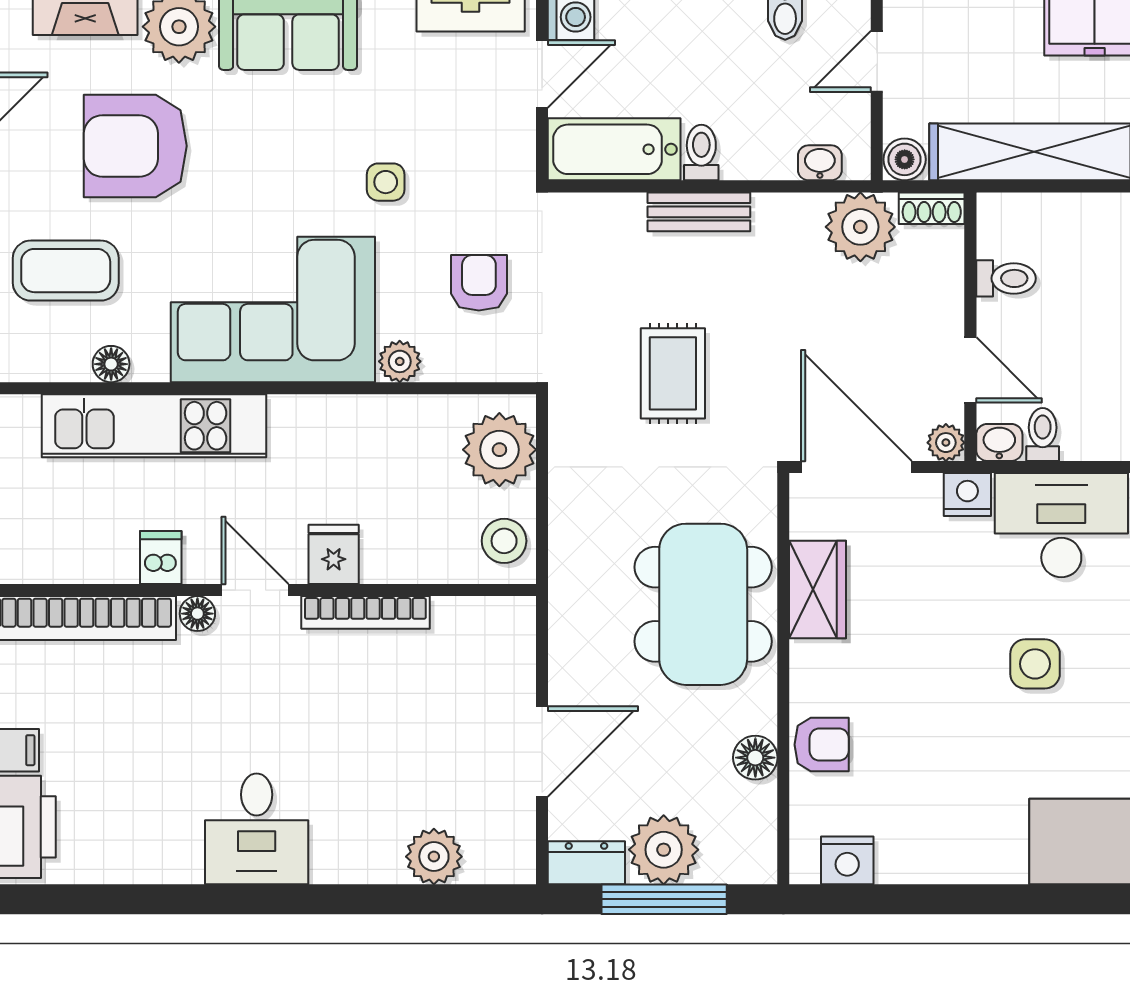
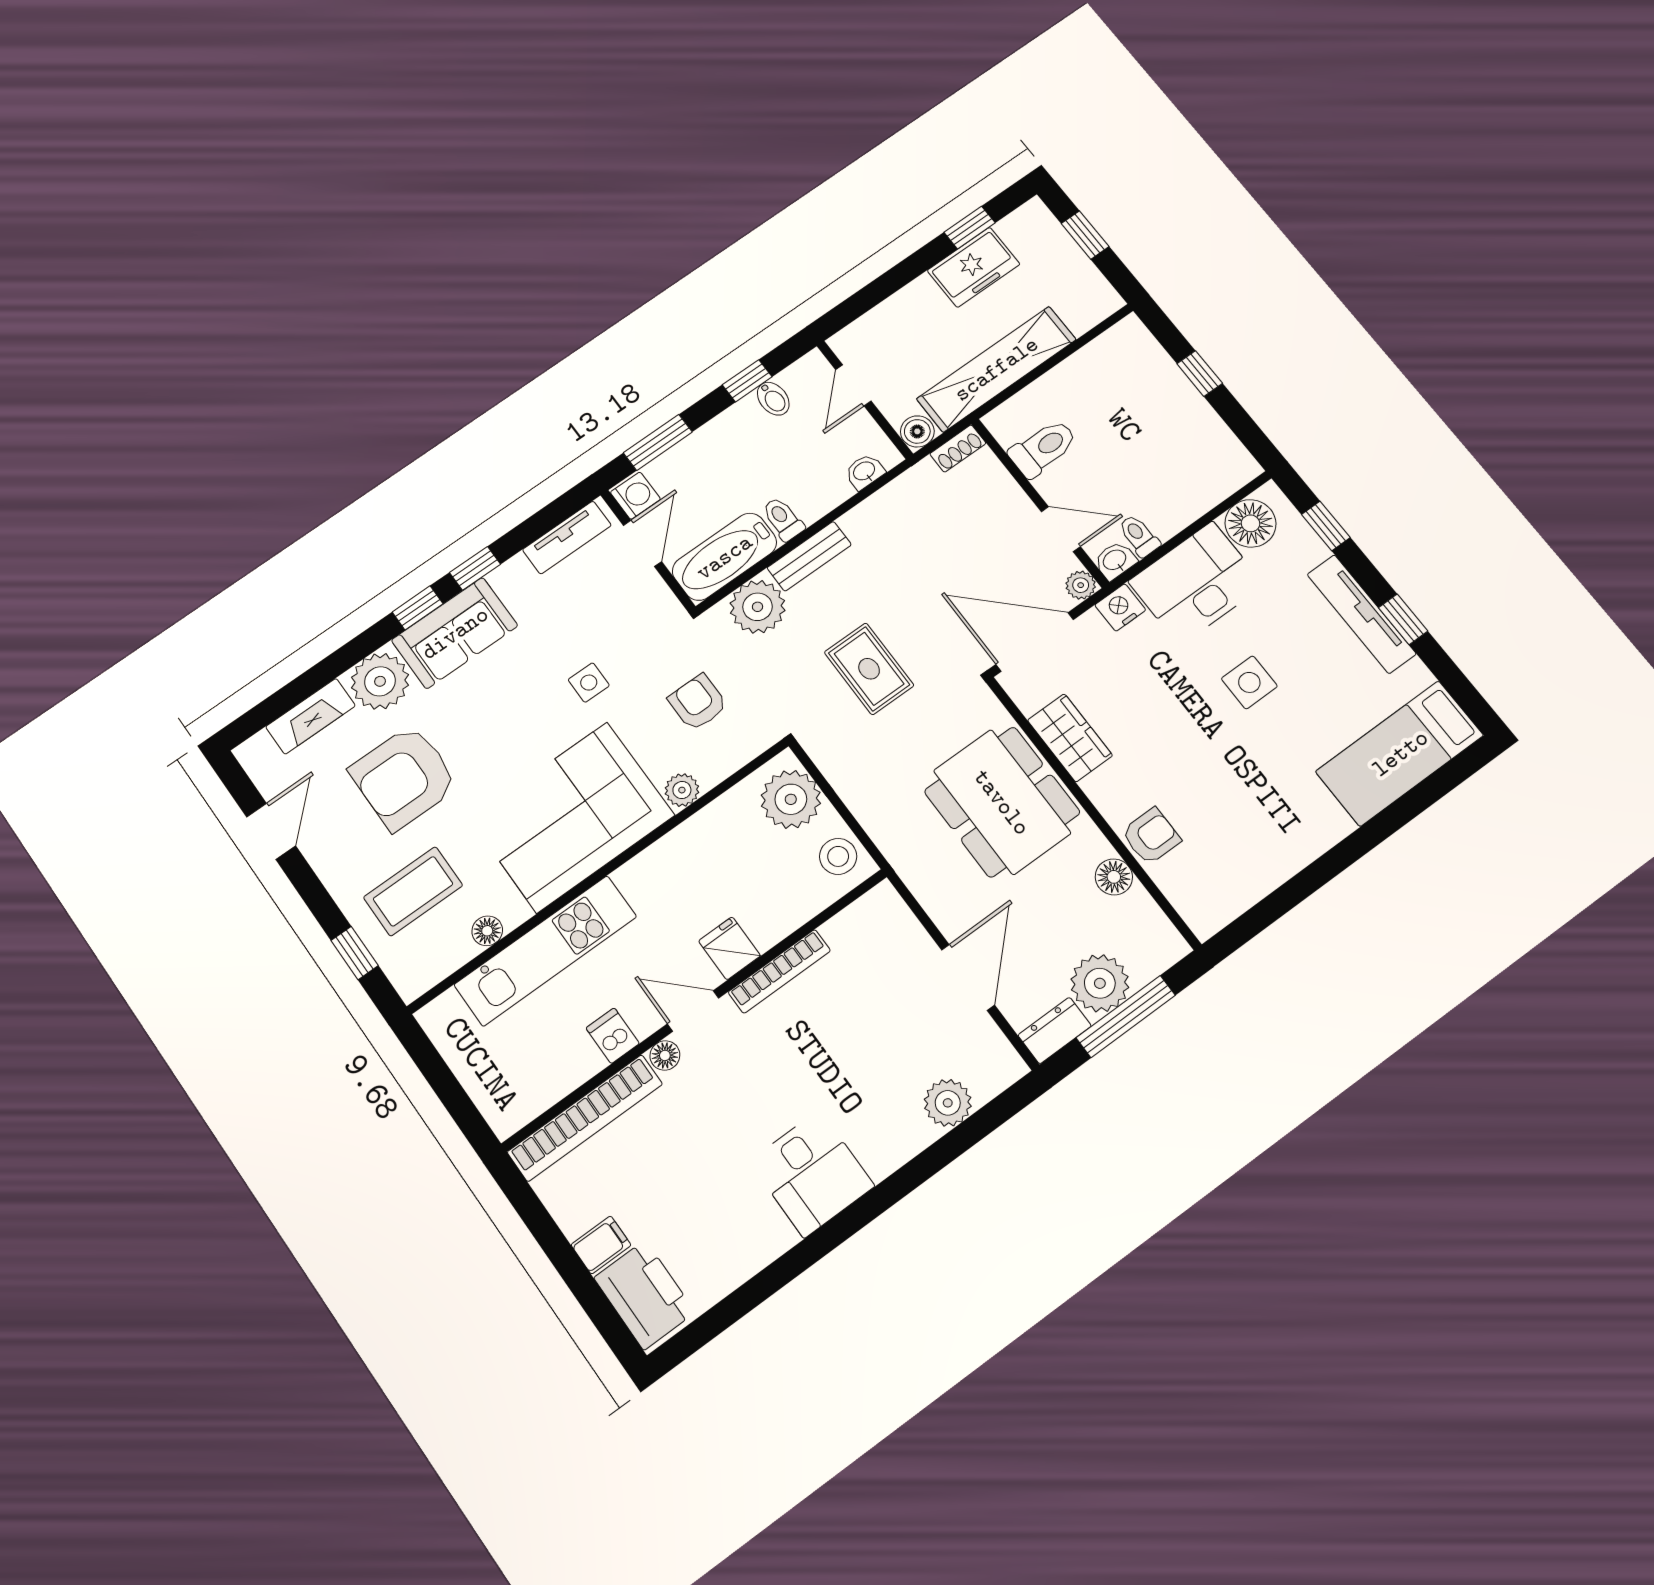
plant: (860, 227) -> (758, 607), moved
toilet: (1006, 278) -> (1043, 448), width x1.37, depth x1.39
nightstand: (847, 860) -> (1228, 900), removed

